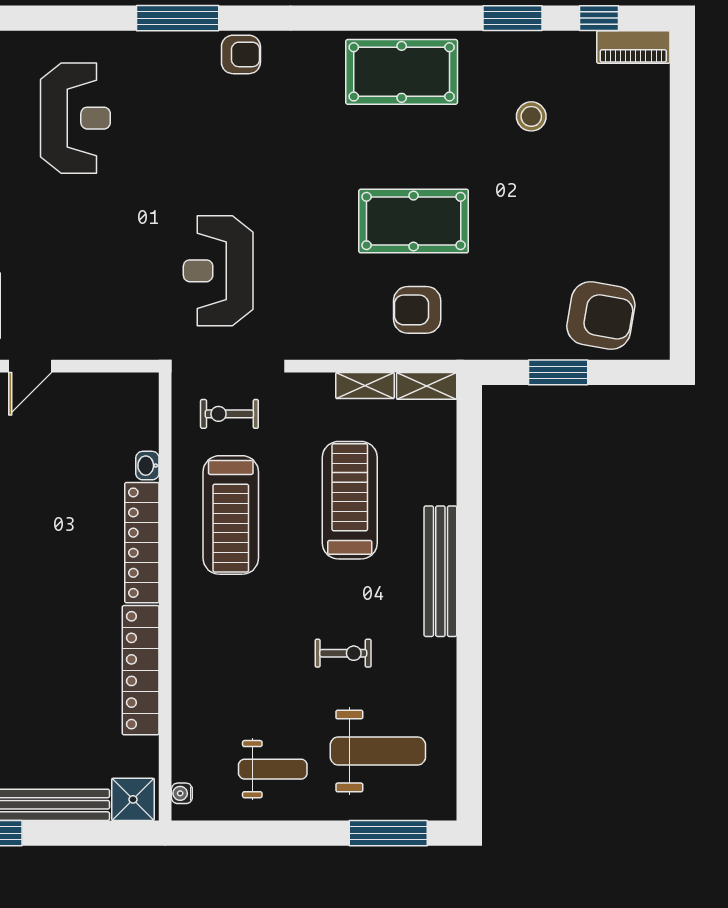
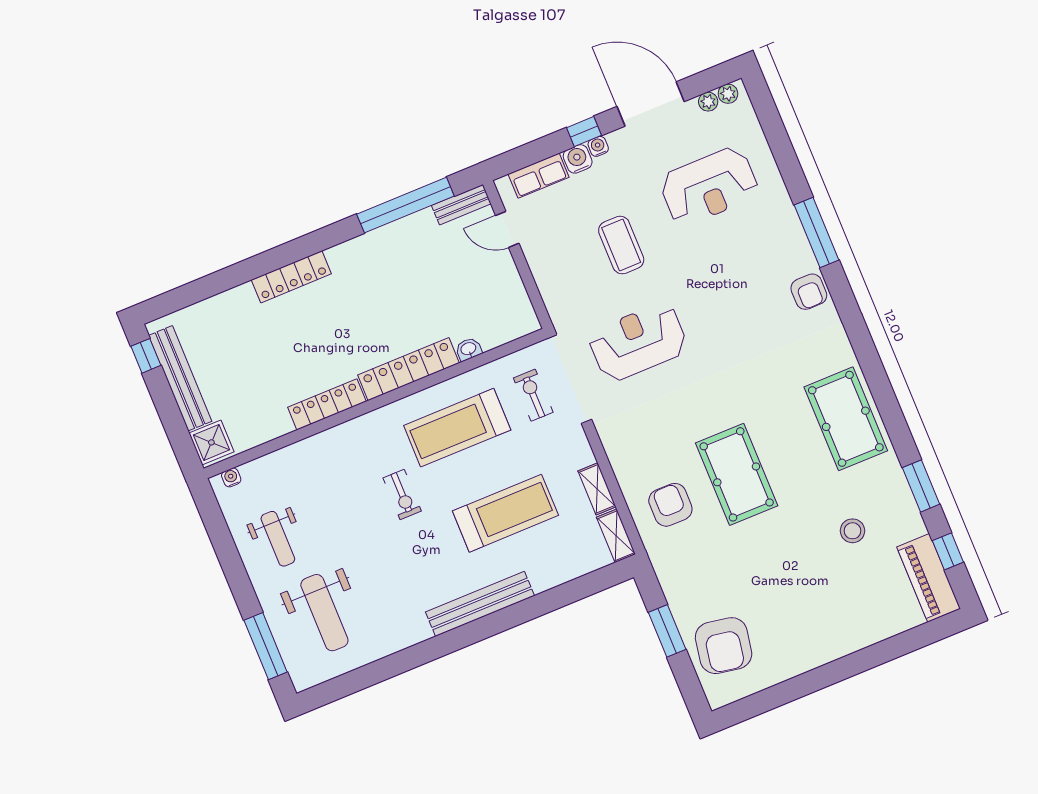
piano: (633, 47) -> (929, 578), width x1.37, depth x1.33
coffee table: (101, 245) -> (621, 245), added
exercise bike: (343, 653) -> (402, 494), moved
locker: (141, 670) -> (327, 404), width x0.71, depth x0.83

